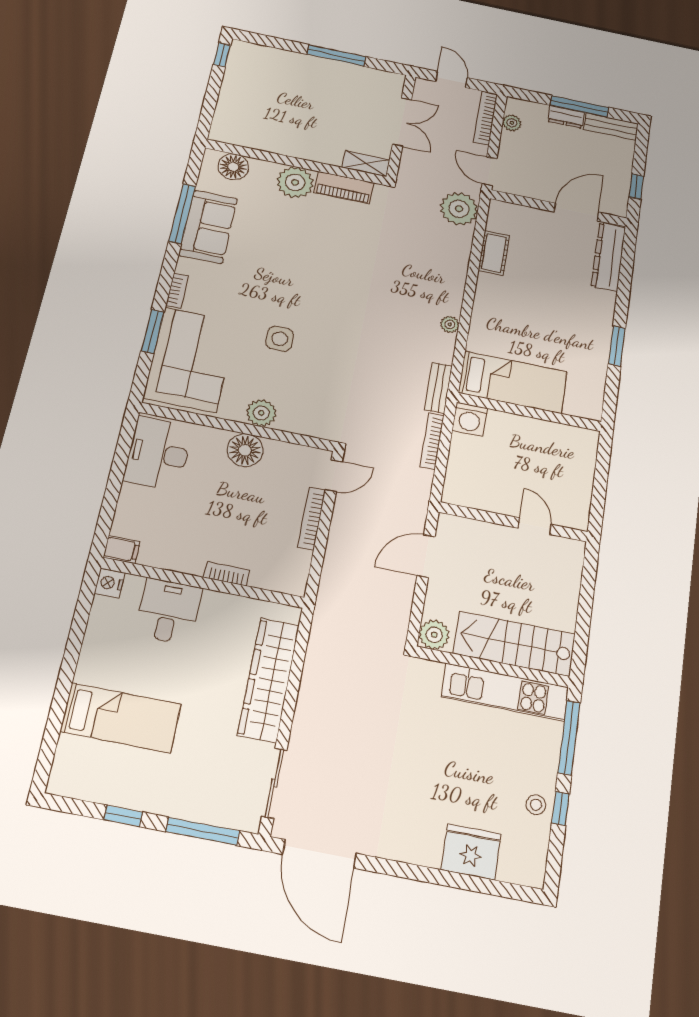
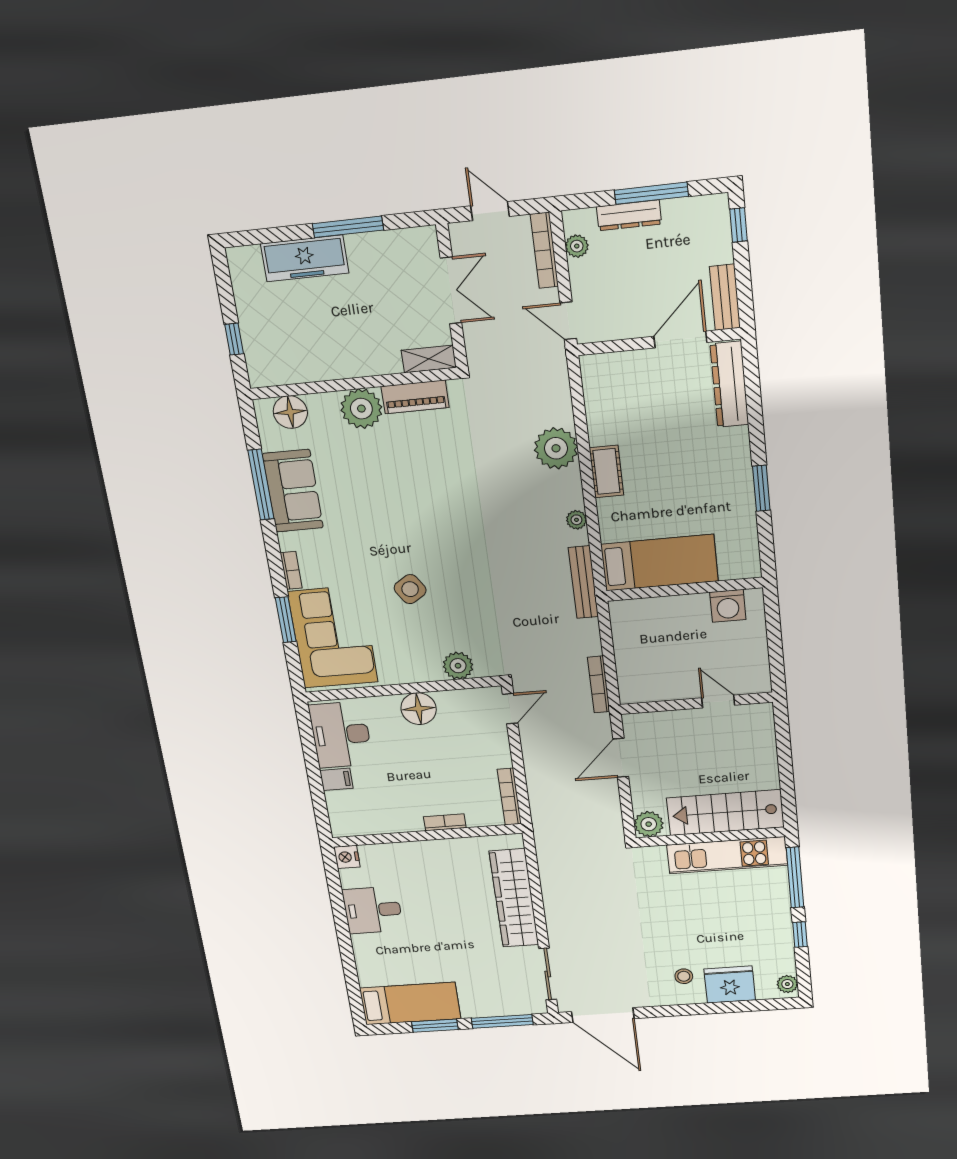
window: (222, 55) -> (234, 339), moved
freezer: (293, 65) -> (305, 258), added
dresser: (566, 117) -> (629, 215), width x1.44
bench: (611, 127) -> (725, 297), moved, turned 90
window: (636, 186) -> (739, 225), moved
plant: (459, 209) -> (556, 448), moved
cot: (494, 253) -> (606, 471), moved
side table: (280, 339) -> (410, 589), turned -33
bench: (438, 388) -> (583, 582), width x1.36
plant: (261, 413) -> (458, 666), moved
washing machine: (470, 419) -> (728, 606), moved
bookcase: (432, 441) -> (599, 684), moved
bookcase: (312, 519) -> (509, 797), moved
filing cabinet: (122, 550) -> (336, 779), moved
desk: (168, 611) -> (373, 910), moved, turned -90
bed: (121, 718) -> (410, 1003), moved
stool: (536, 805) -> (684, 976), moved
window: (123, 816) -> (435, 1026), width x1.50
plant: (534, 868) -> (787, 984), added

